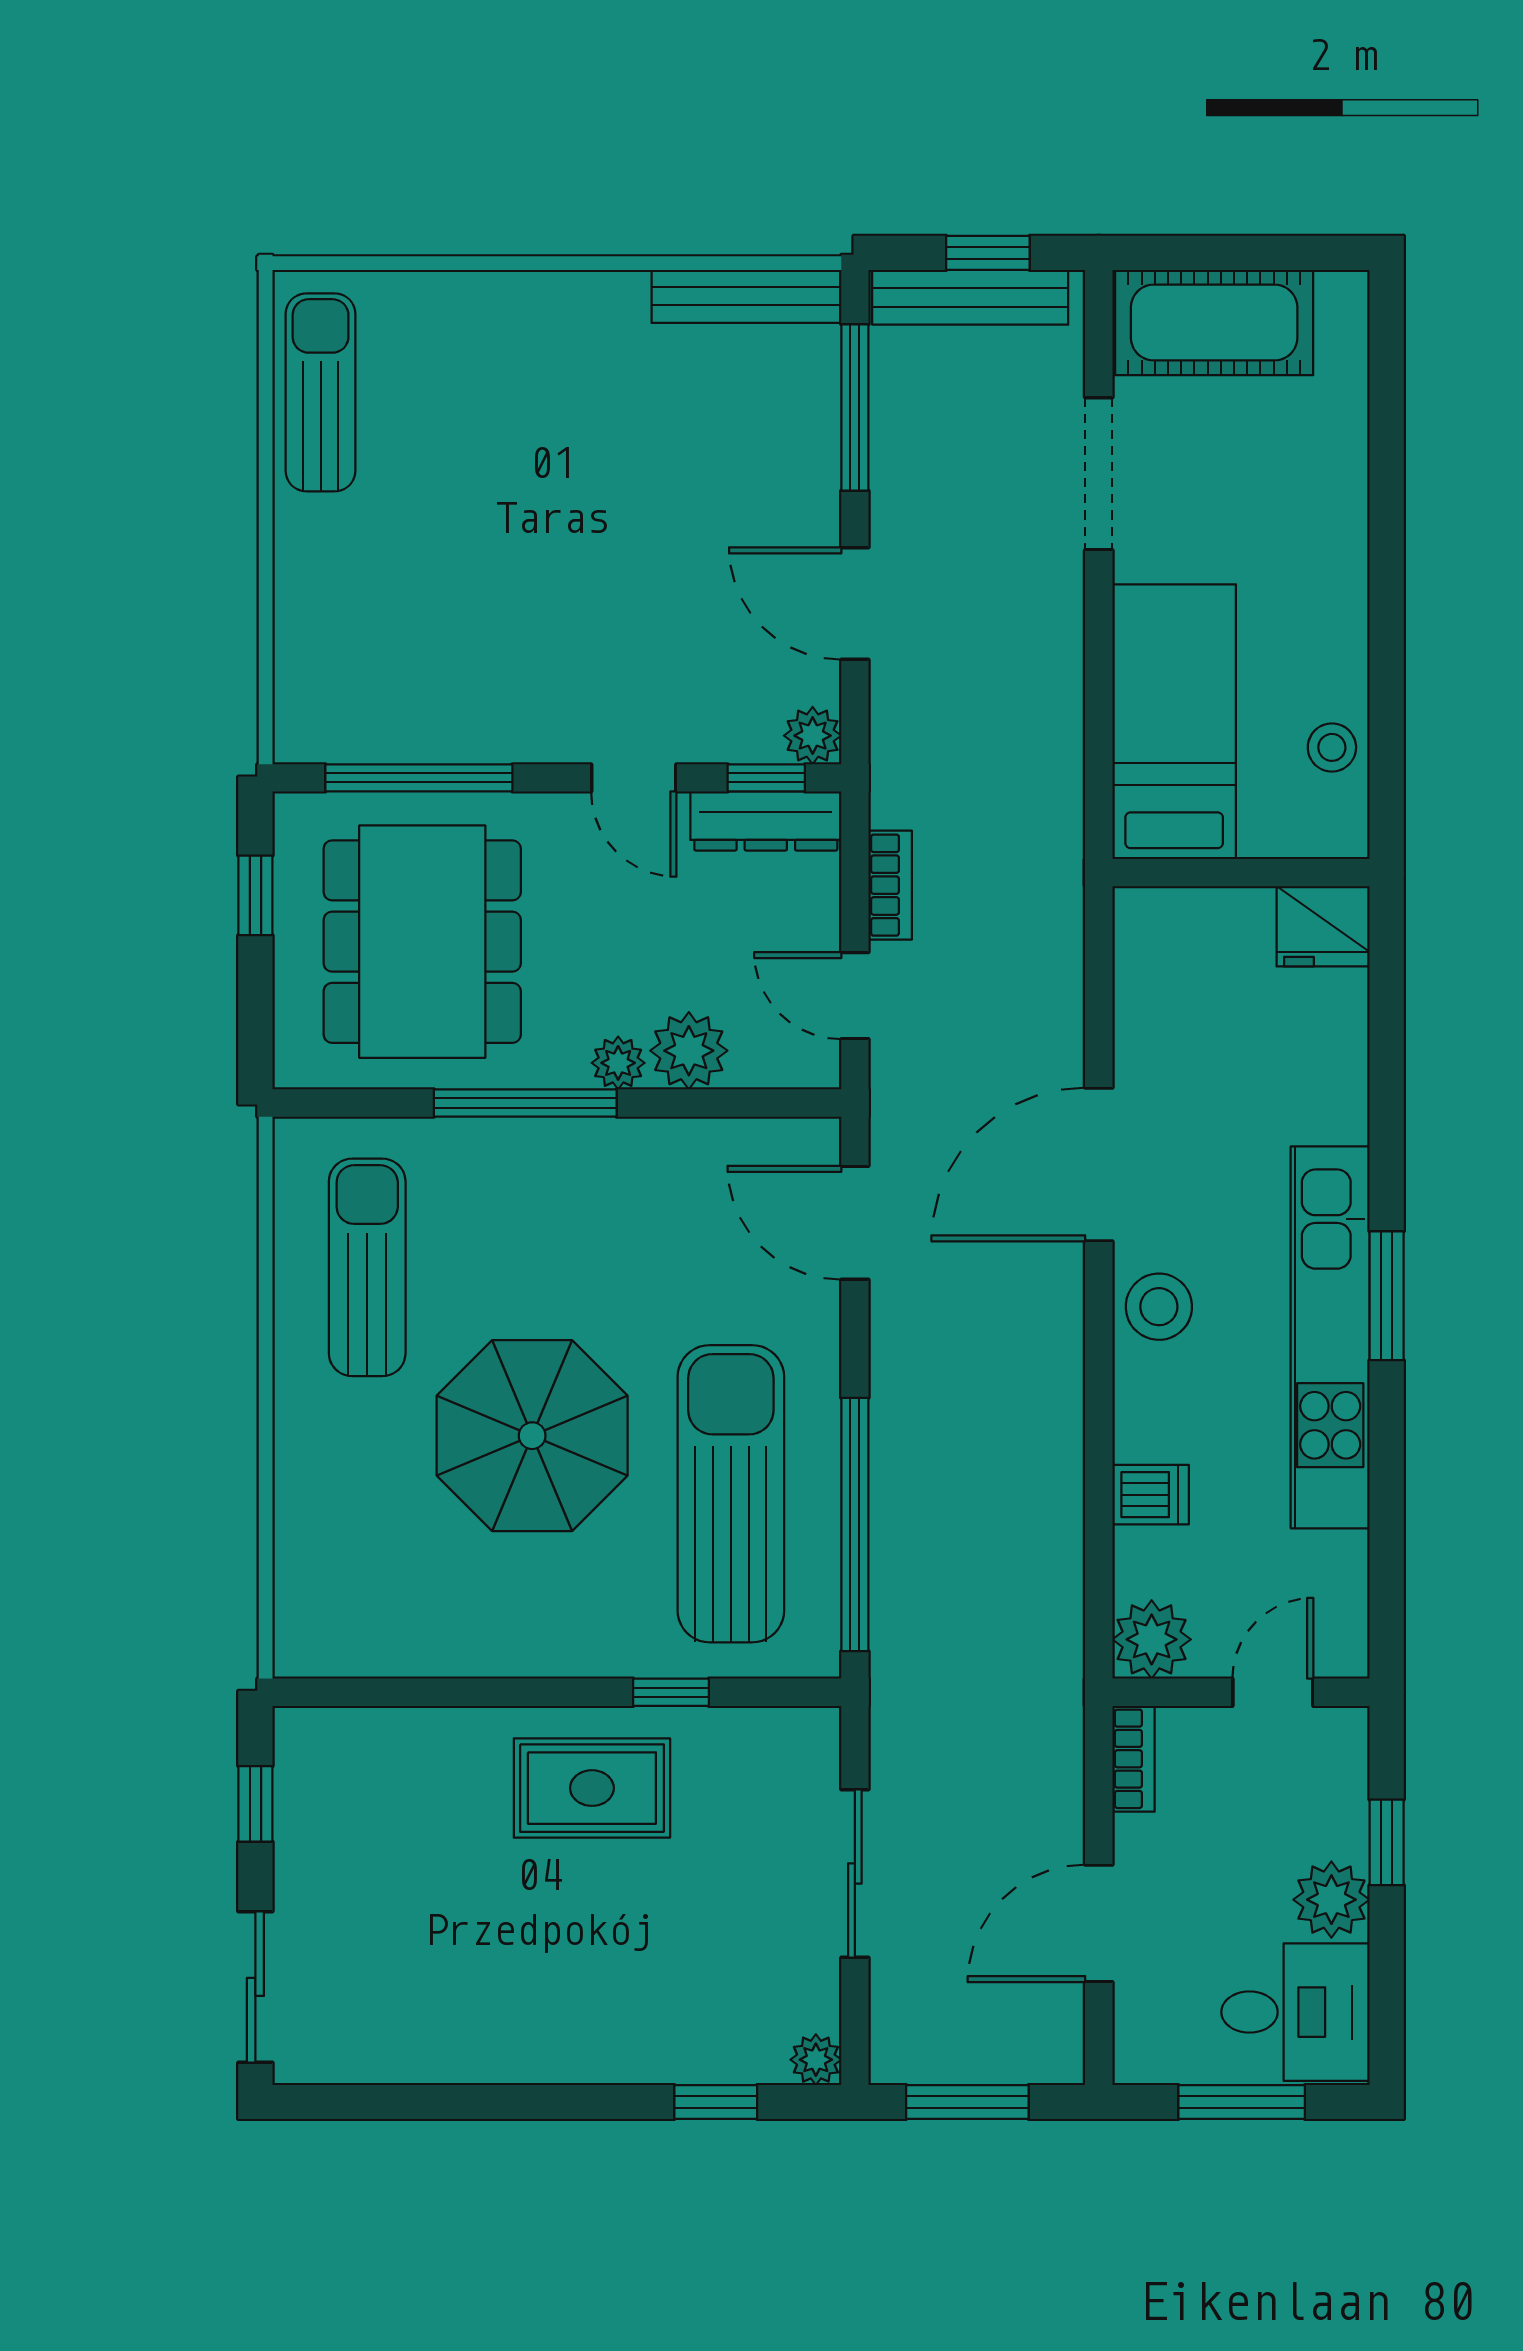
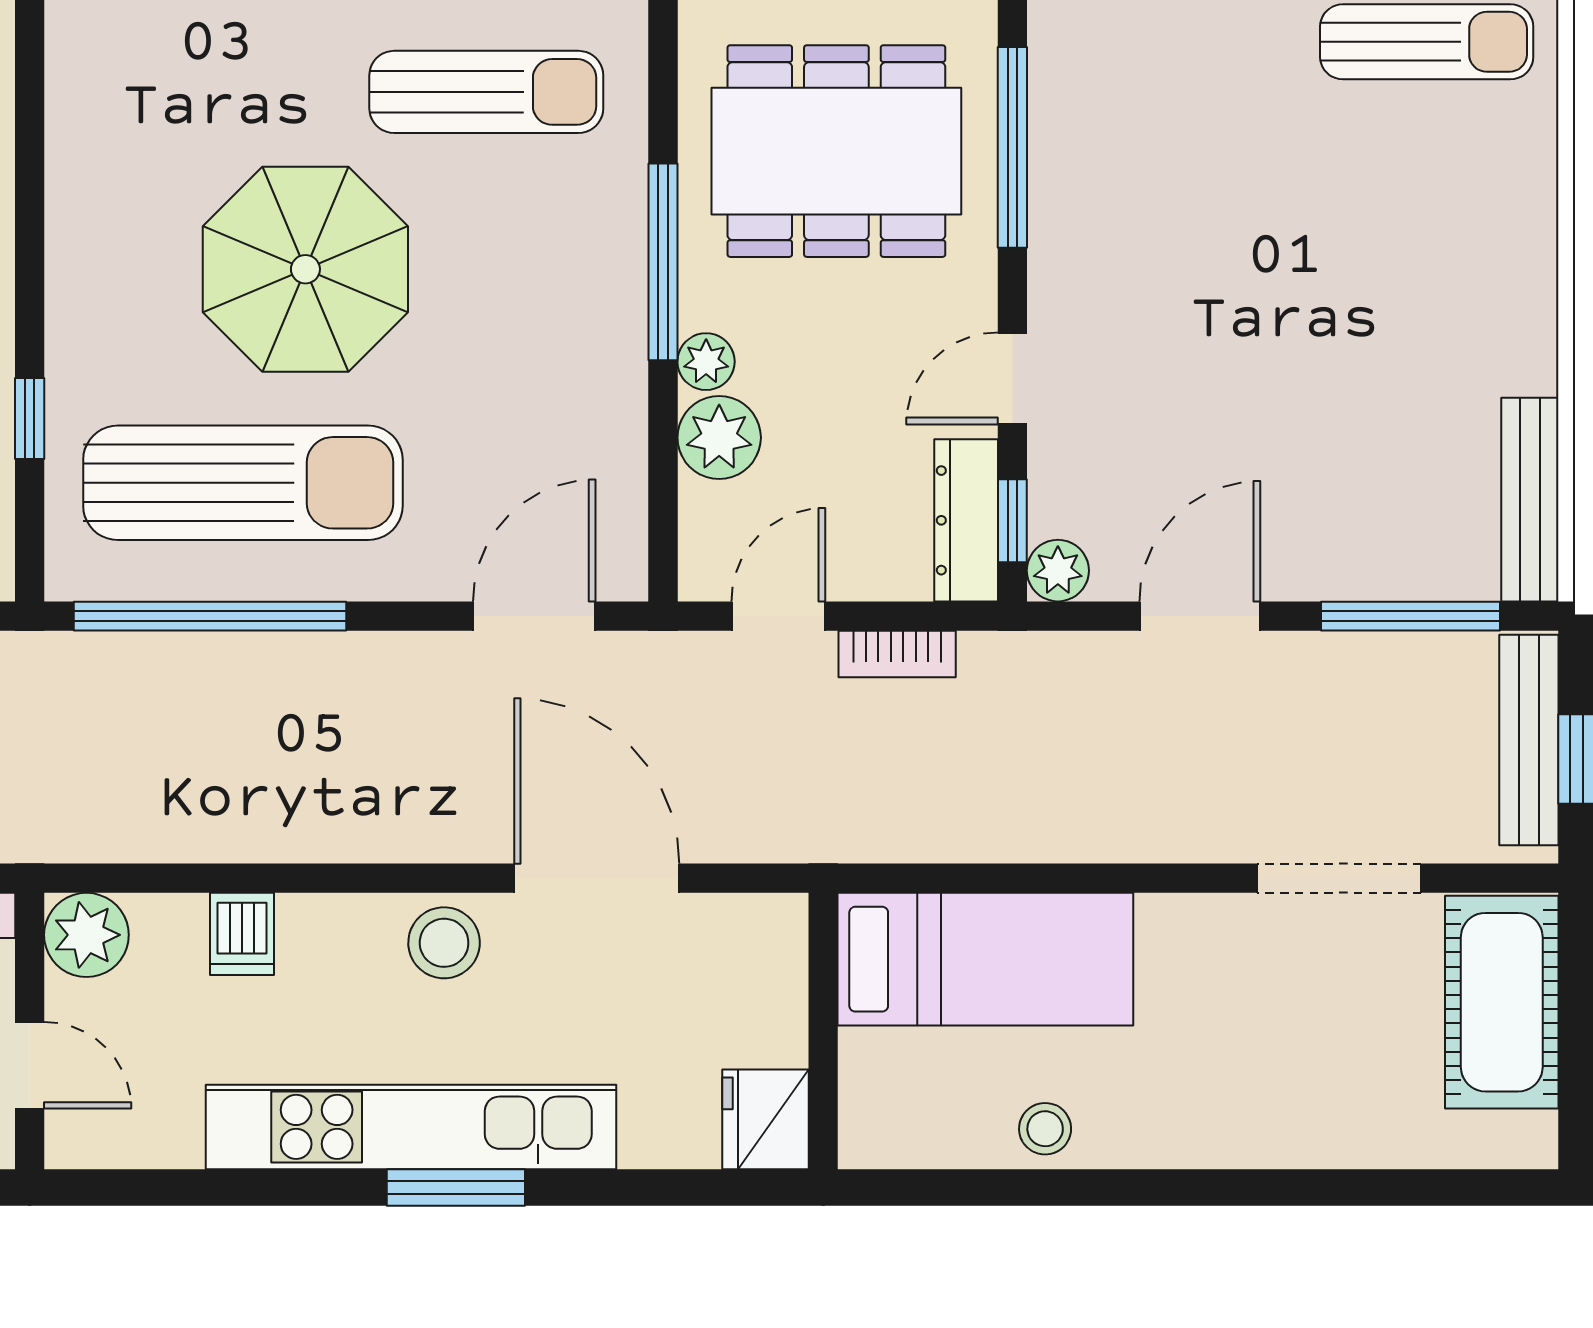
bed: (1174, 722) -> (985, 959), moved
wall: (1241, 873) -> (823, 1031), moved
fridge: (1323, 926) -> (765, 1119), moved

